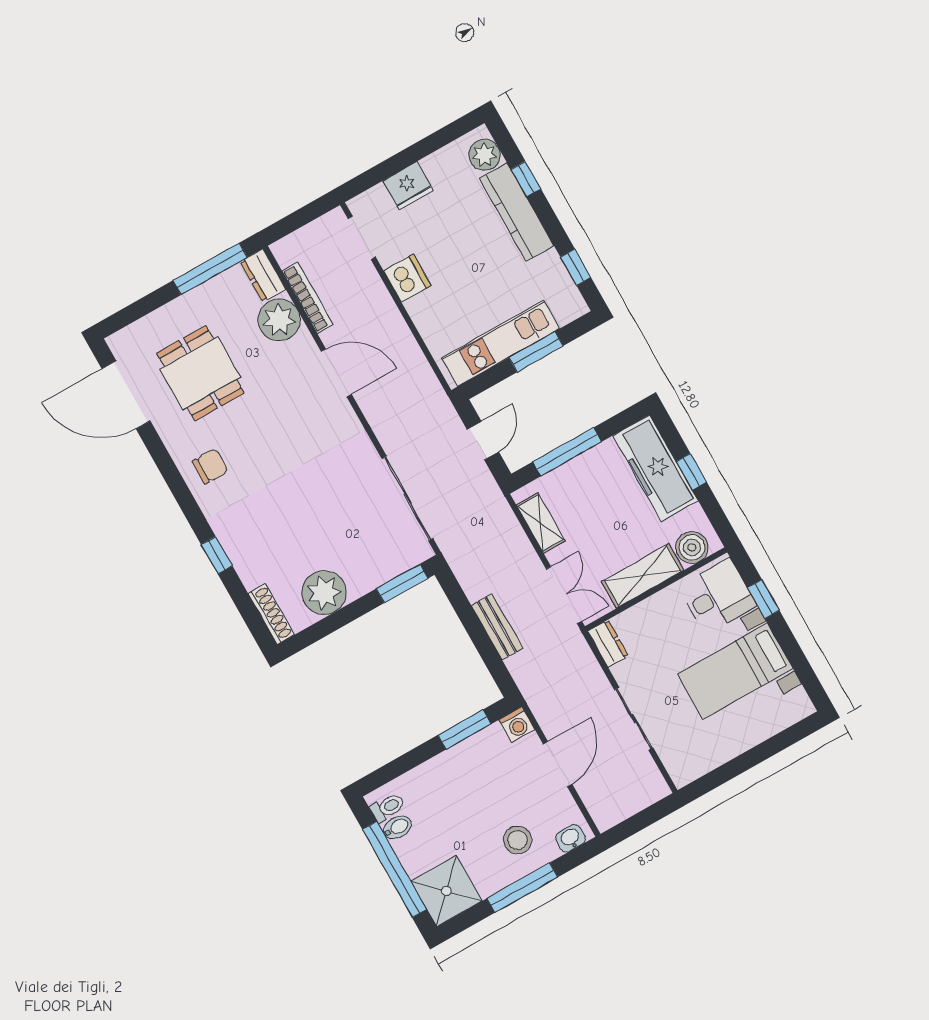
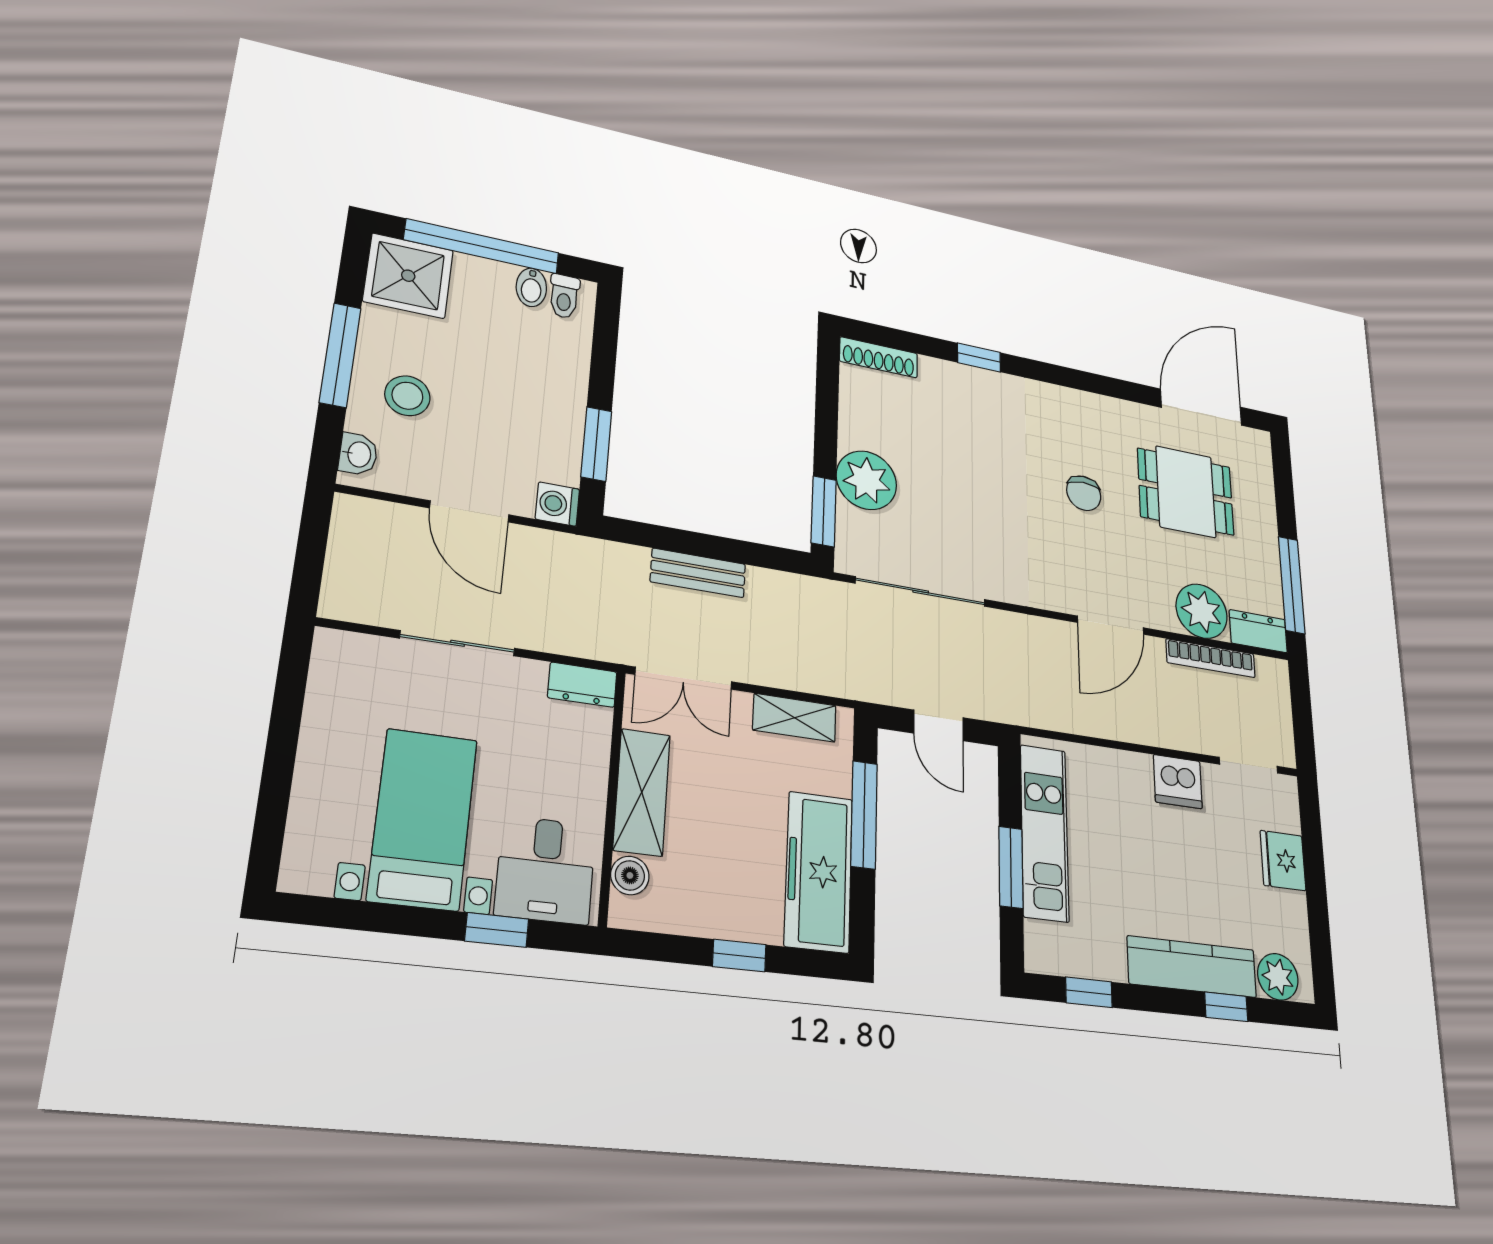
chair: (210, 466) -> (1084, 493), moved
freezer: (655, 468) -> (819, 872), moved, turned -90
boiler: (692, 547) -> (630, 875), width x0.73, depth x0.73
plant: (324, 593) -> (866, 480), moved

